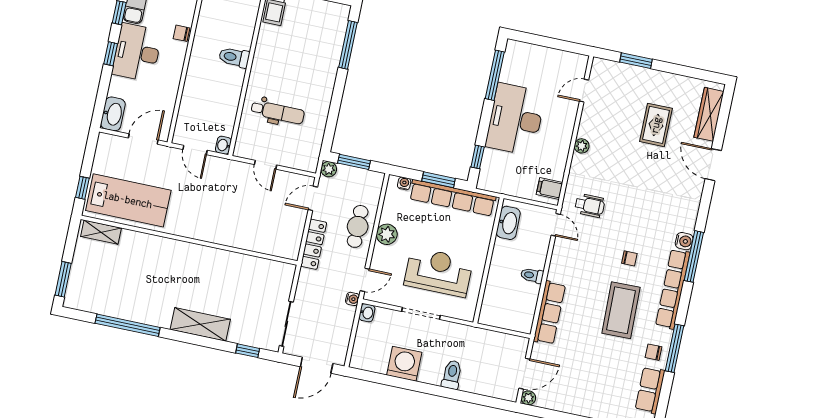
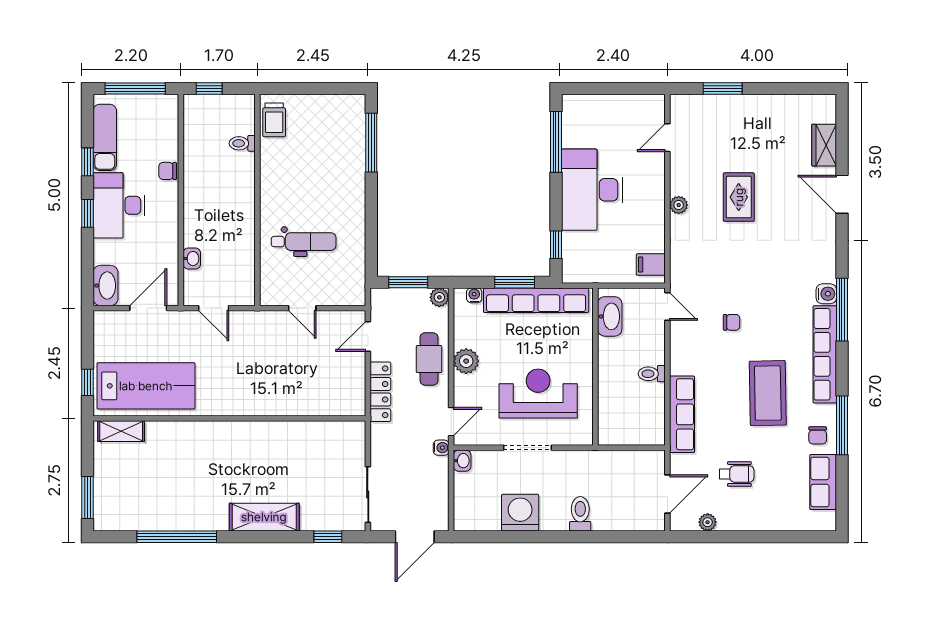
toilet: (234, 57) -> (242, 143), moved, width x0.73, depth x0.72
wardrobe: (709, 114) -> (824, 145), width x0.67
rug: (656, 125) -> (739, 197), moved
washbasin: (223, 145) -> (192, 259), moved, turned 180
plant: (329, 169) -> (439, 297), moved
wheelchair: (590, 205) -> (737, 474), moved
chair: (629, 258) -> (732, 322), moved
chair: (654, 352) -> (818, 435), turned -90
plant: (528, 398) -> (708, 522), moved

